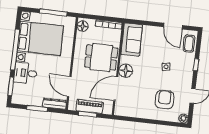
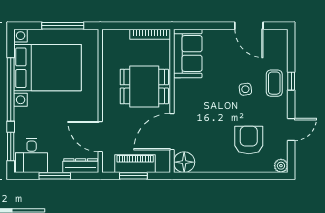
floor lamp: (83, 26) -> (110, 42), removed
coffee table: (189, 44) -> (274, 83), moved
floor lamp: (126, 71) -> (184, 162), moved
desk: (26, 73) -> (32, 155), moved, turned -90

